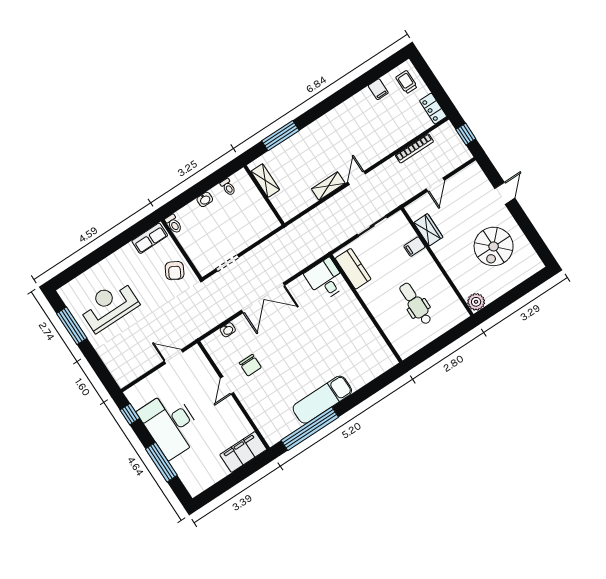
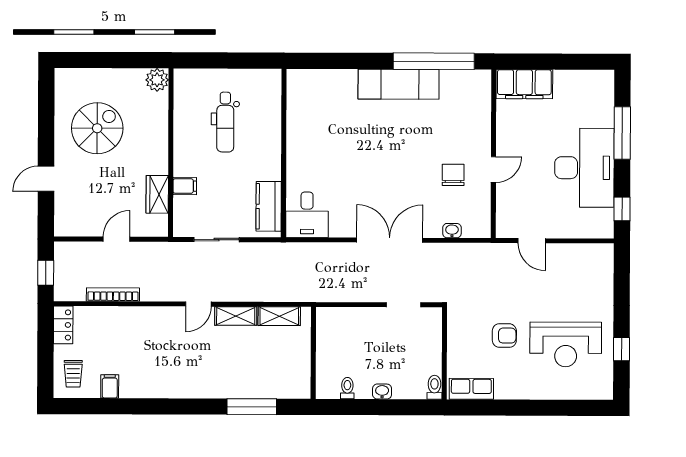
shelving: (265, 181) -> (279, 316), moved, turned 90
armchair: (175, 271) -> (504, 336), moved, turned 61
window: (72, 326) -> (621, 349), width x0.46

